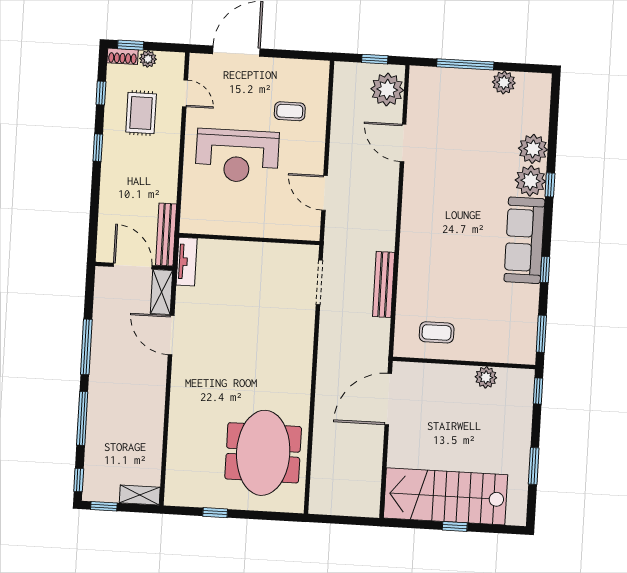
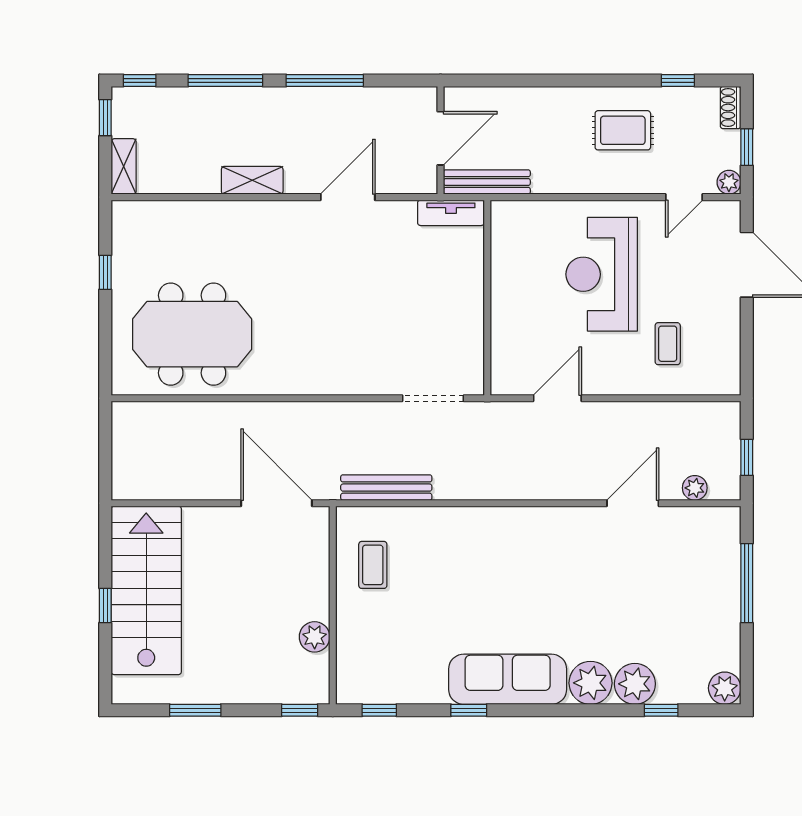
window: (131, 45) -> (747, 147), moved
plant: (148, 59) -> (729, 182), moved
plant: (504, 82) -> (725, 688), moved
plant: (387, 90) -> (695, 488), width x0.53, depth x0.53
rug: (141, 113) -> (623, 130), moved
window: (98, 148) -> (602, 80), removed
window: (550, 185) -> (661, 710), moved
bench: (384, 284) -> (386, 488), moved
shelving: (161, 292) -> (252, 180), moved
window: (541, 334) -> (379, 710), width x0.67

